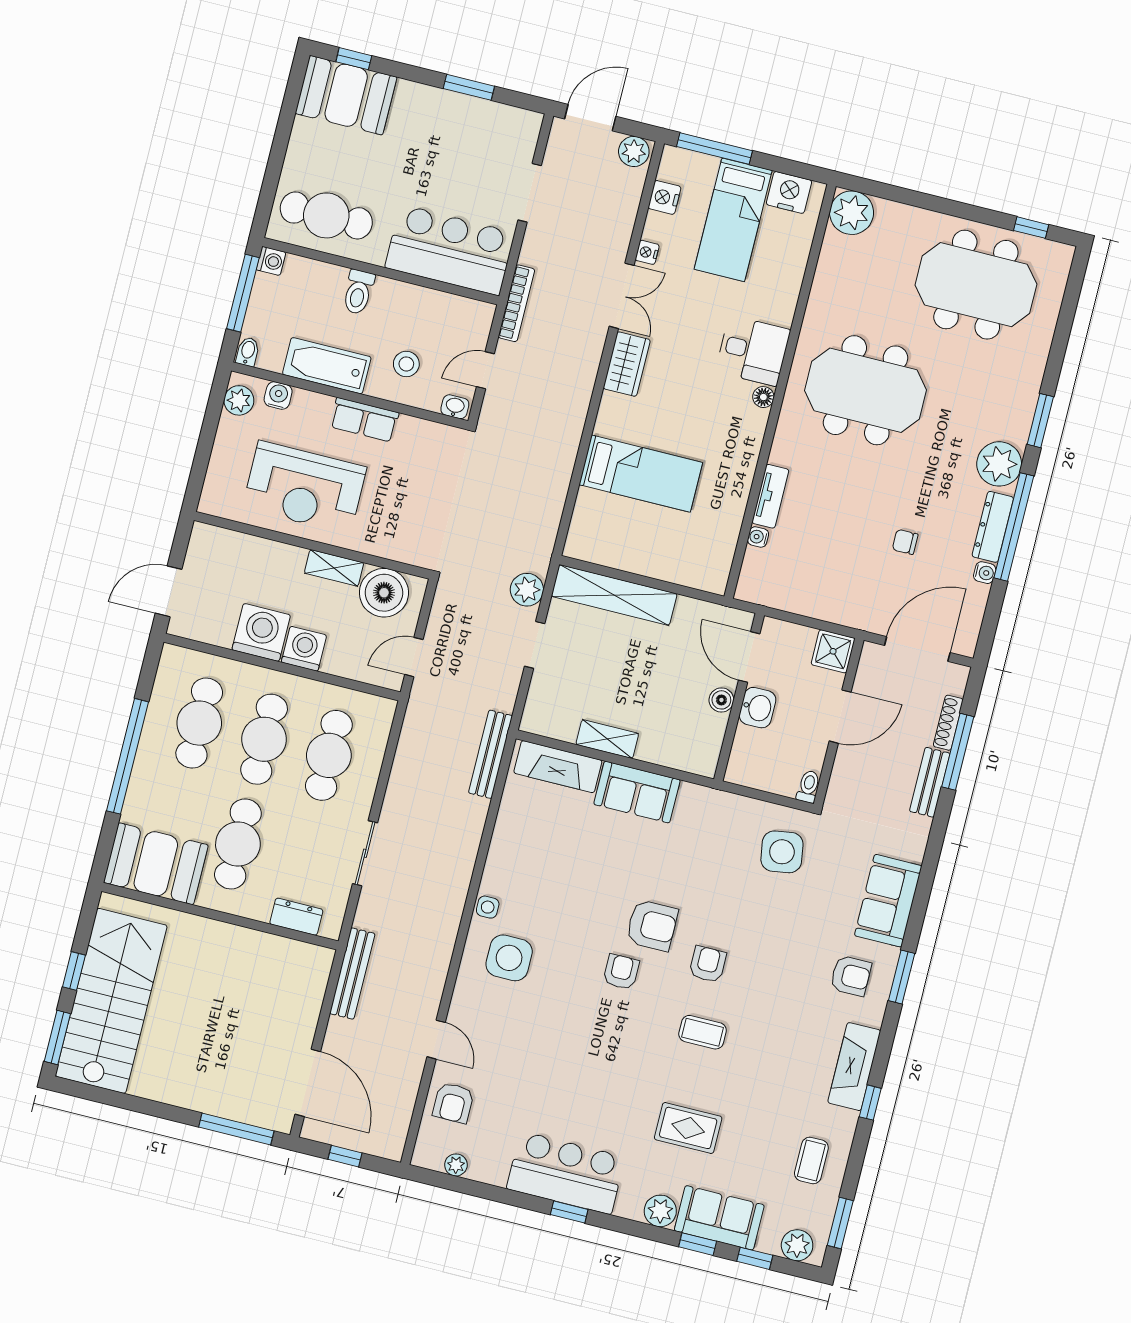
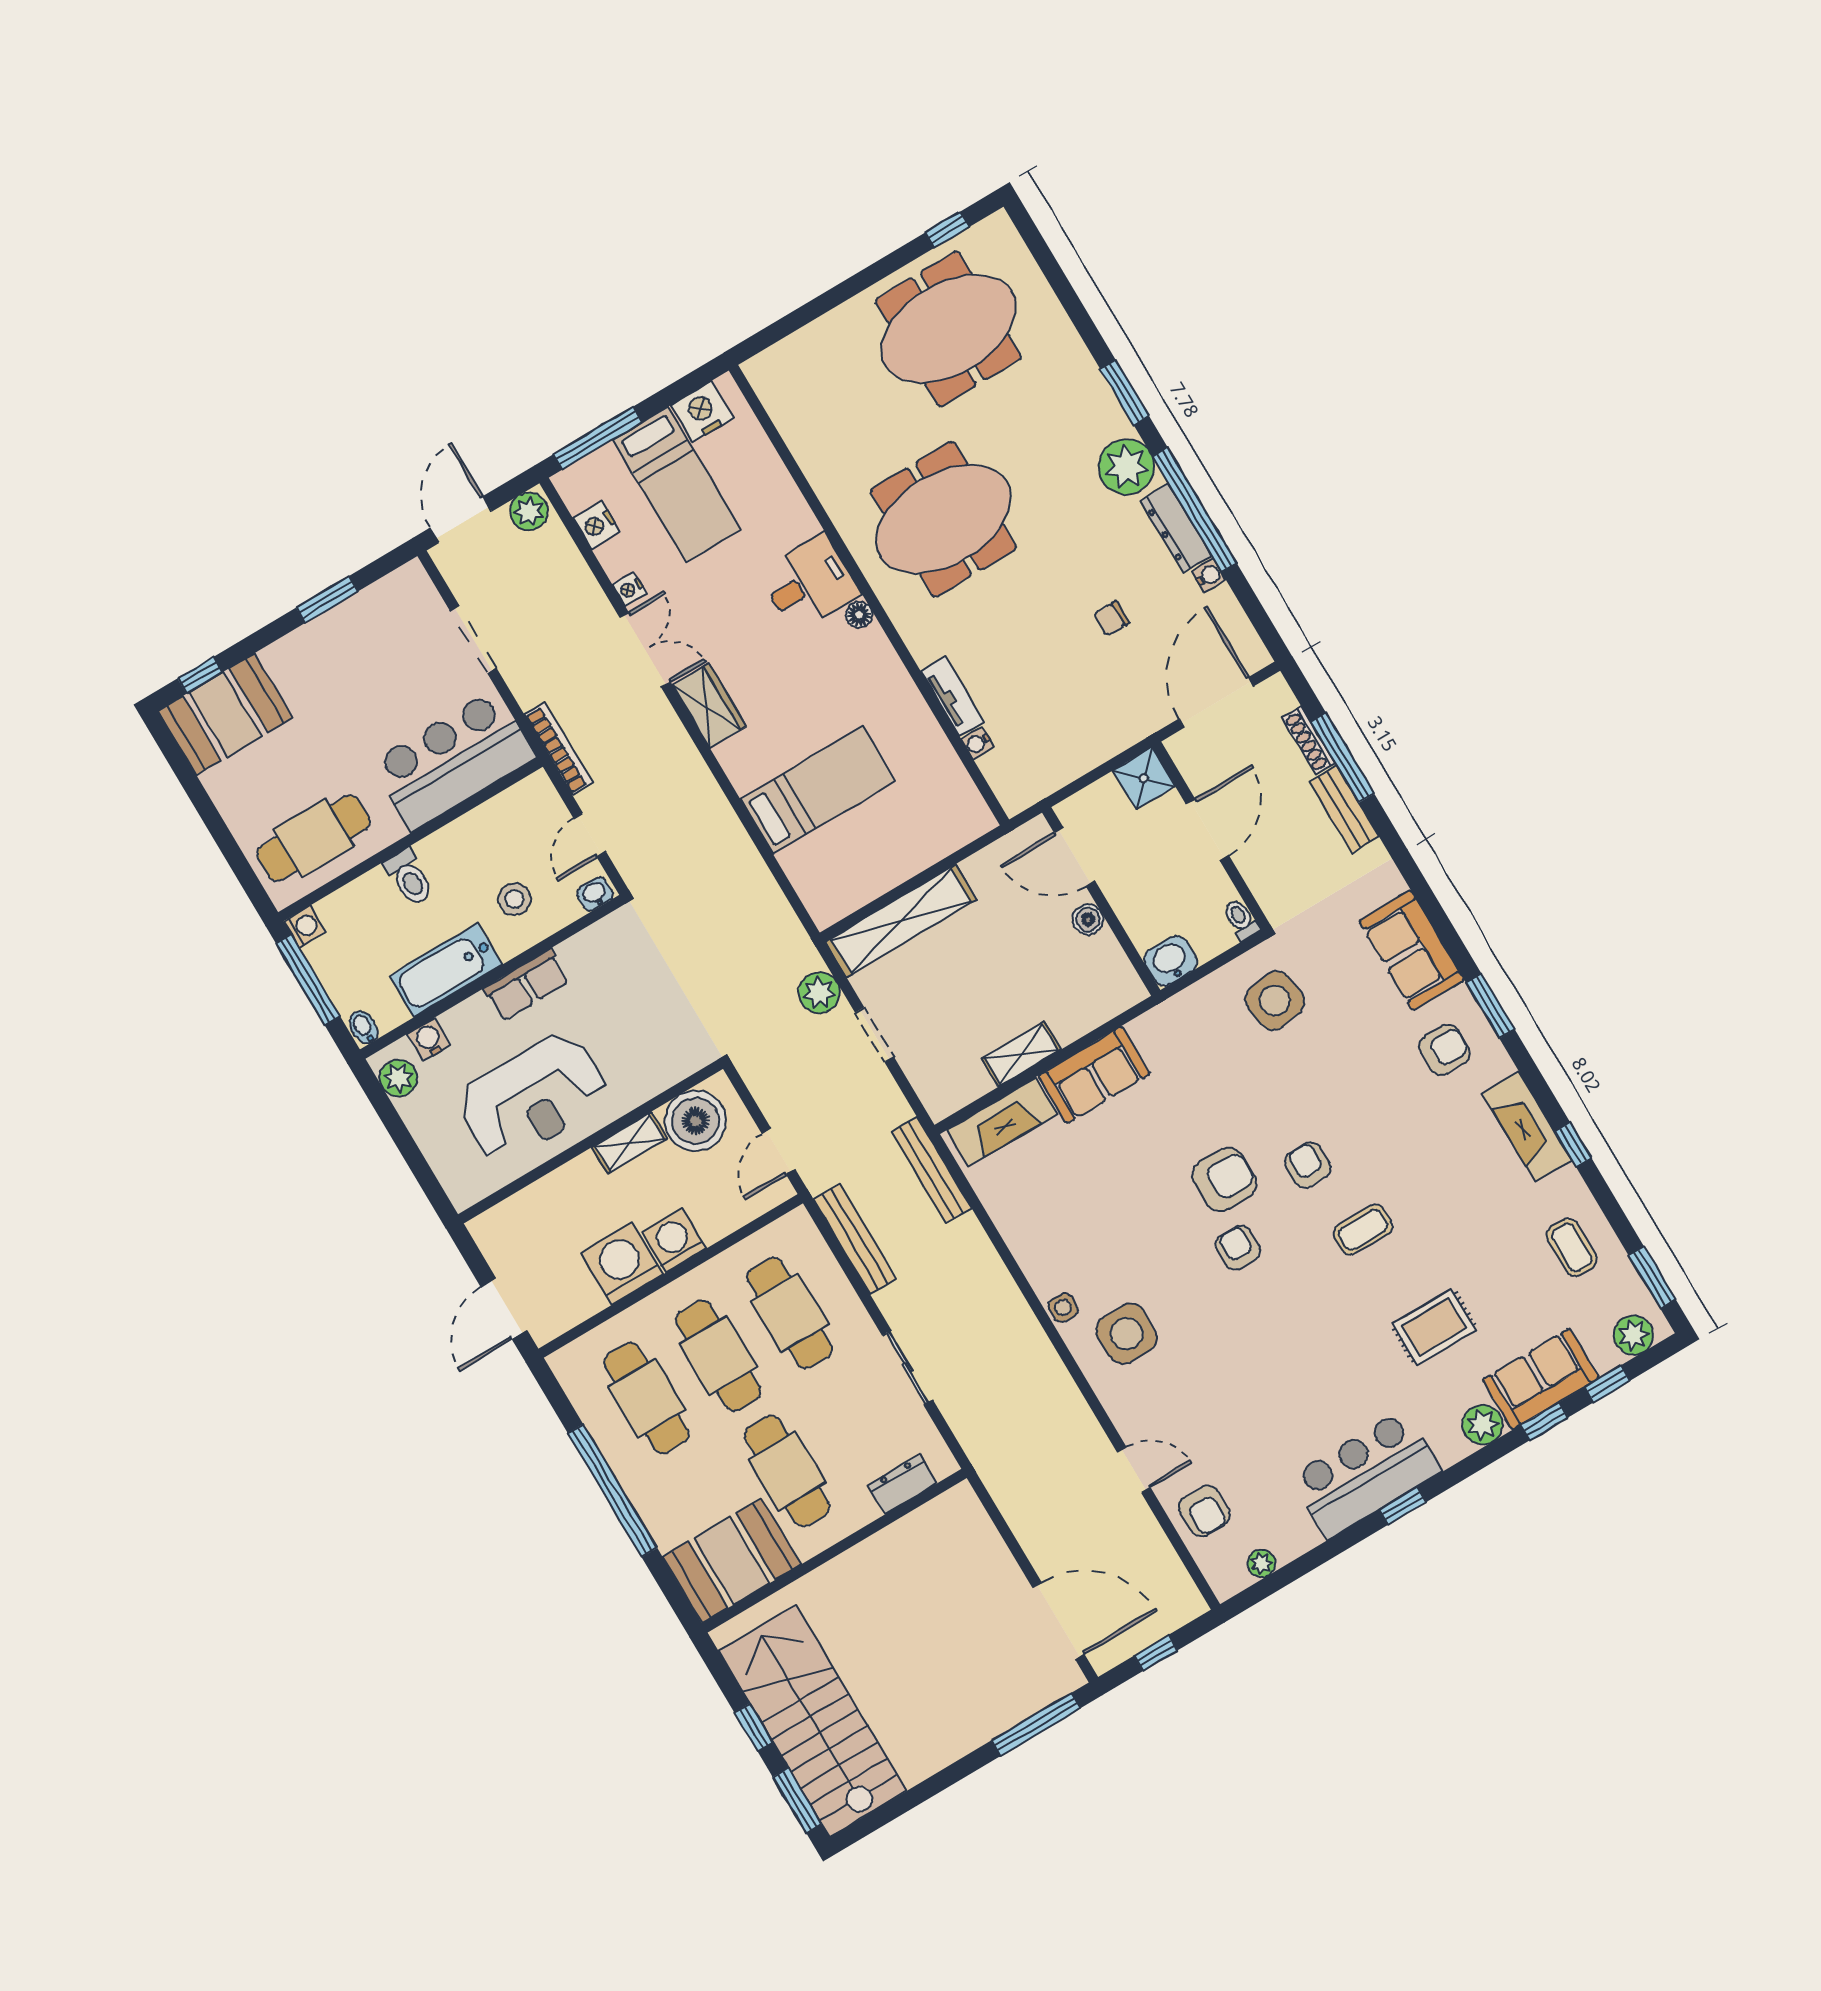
plant: (852, 213) -> (775, 374), removed
washbasin: (758, 708) -> (1170, 961), moved, turned -90
bench: (352, 973) -> (855, 1239), moved

